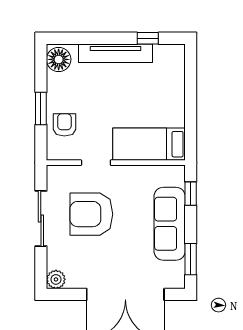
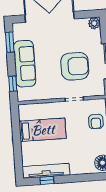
tv unit: (116, 53) -> (46, 171), moved
bed: (149, 144) -> (43, 130), moved

